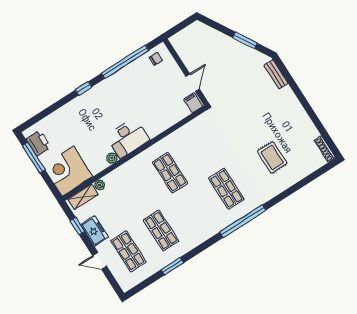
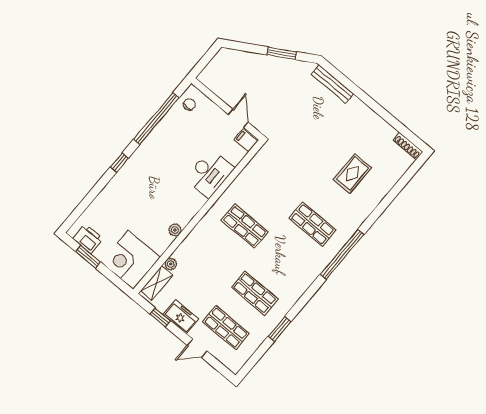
bench: (276, 74) -> (332, 84), width x1.36
desk: (128, 138) -> (210, 174), moved
rug: (272, 157) -> (352, 174), turned 90
window: (34, 158) -> (88, 257), width x0.69

